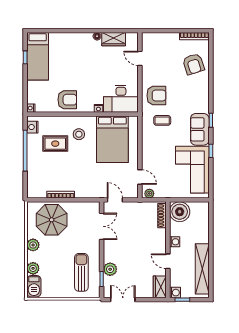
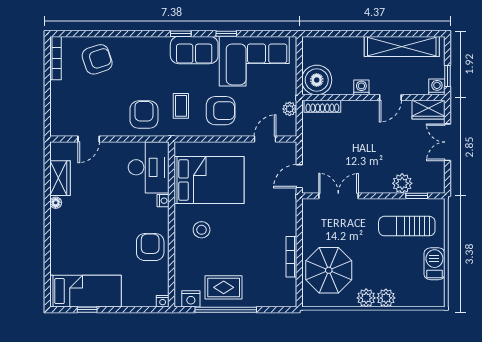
rug: (55, 144) -> (224, 287), moved, turned 90
armchair: (159, 147) -> (221, 111), added
plant: (149, 193) -> (290, 109), moved
plant: (33, 268) -> (386, 298), moved
barbecue: (34, 286) -> (434, 264), moved, turned -90
double door: (123, 300) -> (448, 142), moved

